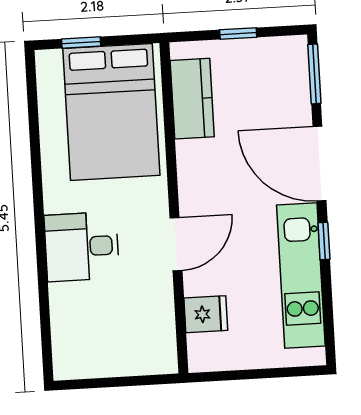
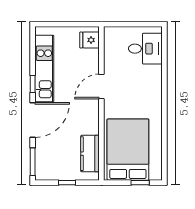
door: (320, 164) -> (33, 120), hinge flipped
desk: (82, 247) -> (145, 49), moved
fridge: (206, 314) -> (90, 40), moved

